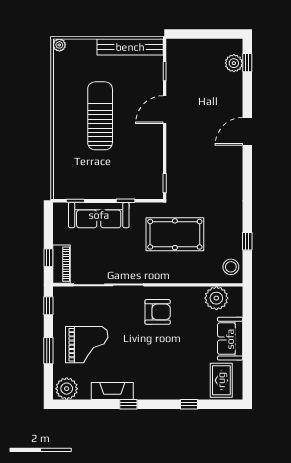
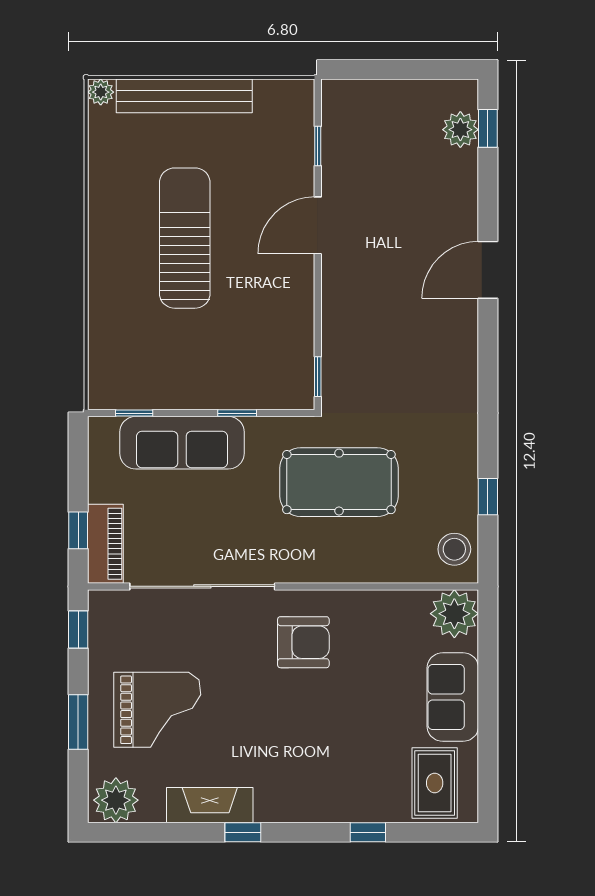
bench: (130, 47) -> (184, 96), moved
plant: (216, 298) -> (454, 614), moved

